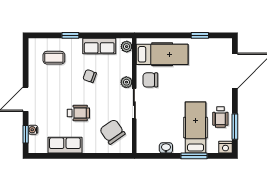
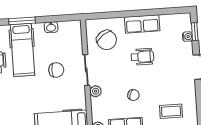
chair: (150, 80) -> (56, 70), moved
wheelchair: (78, 113) -> (142, 57), turned 180
row of seats: (65, 145) -> (142, 24), moved

